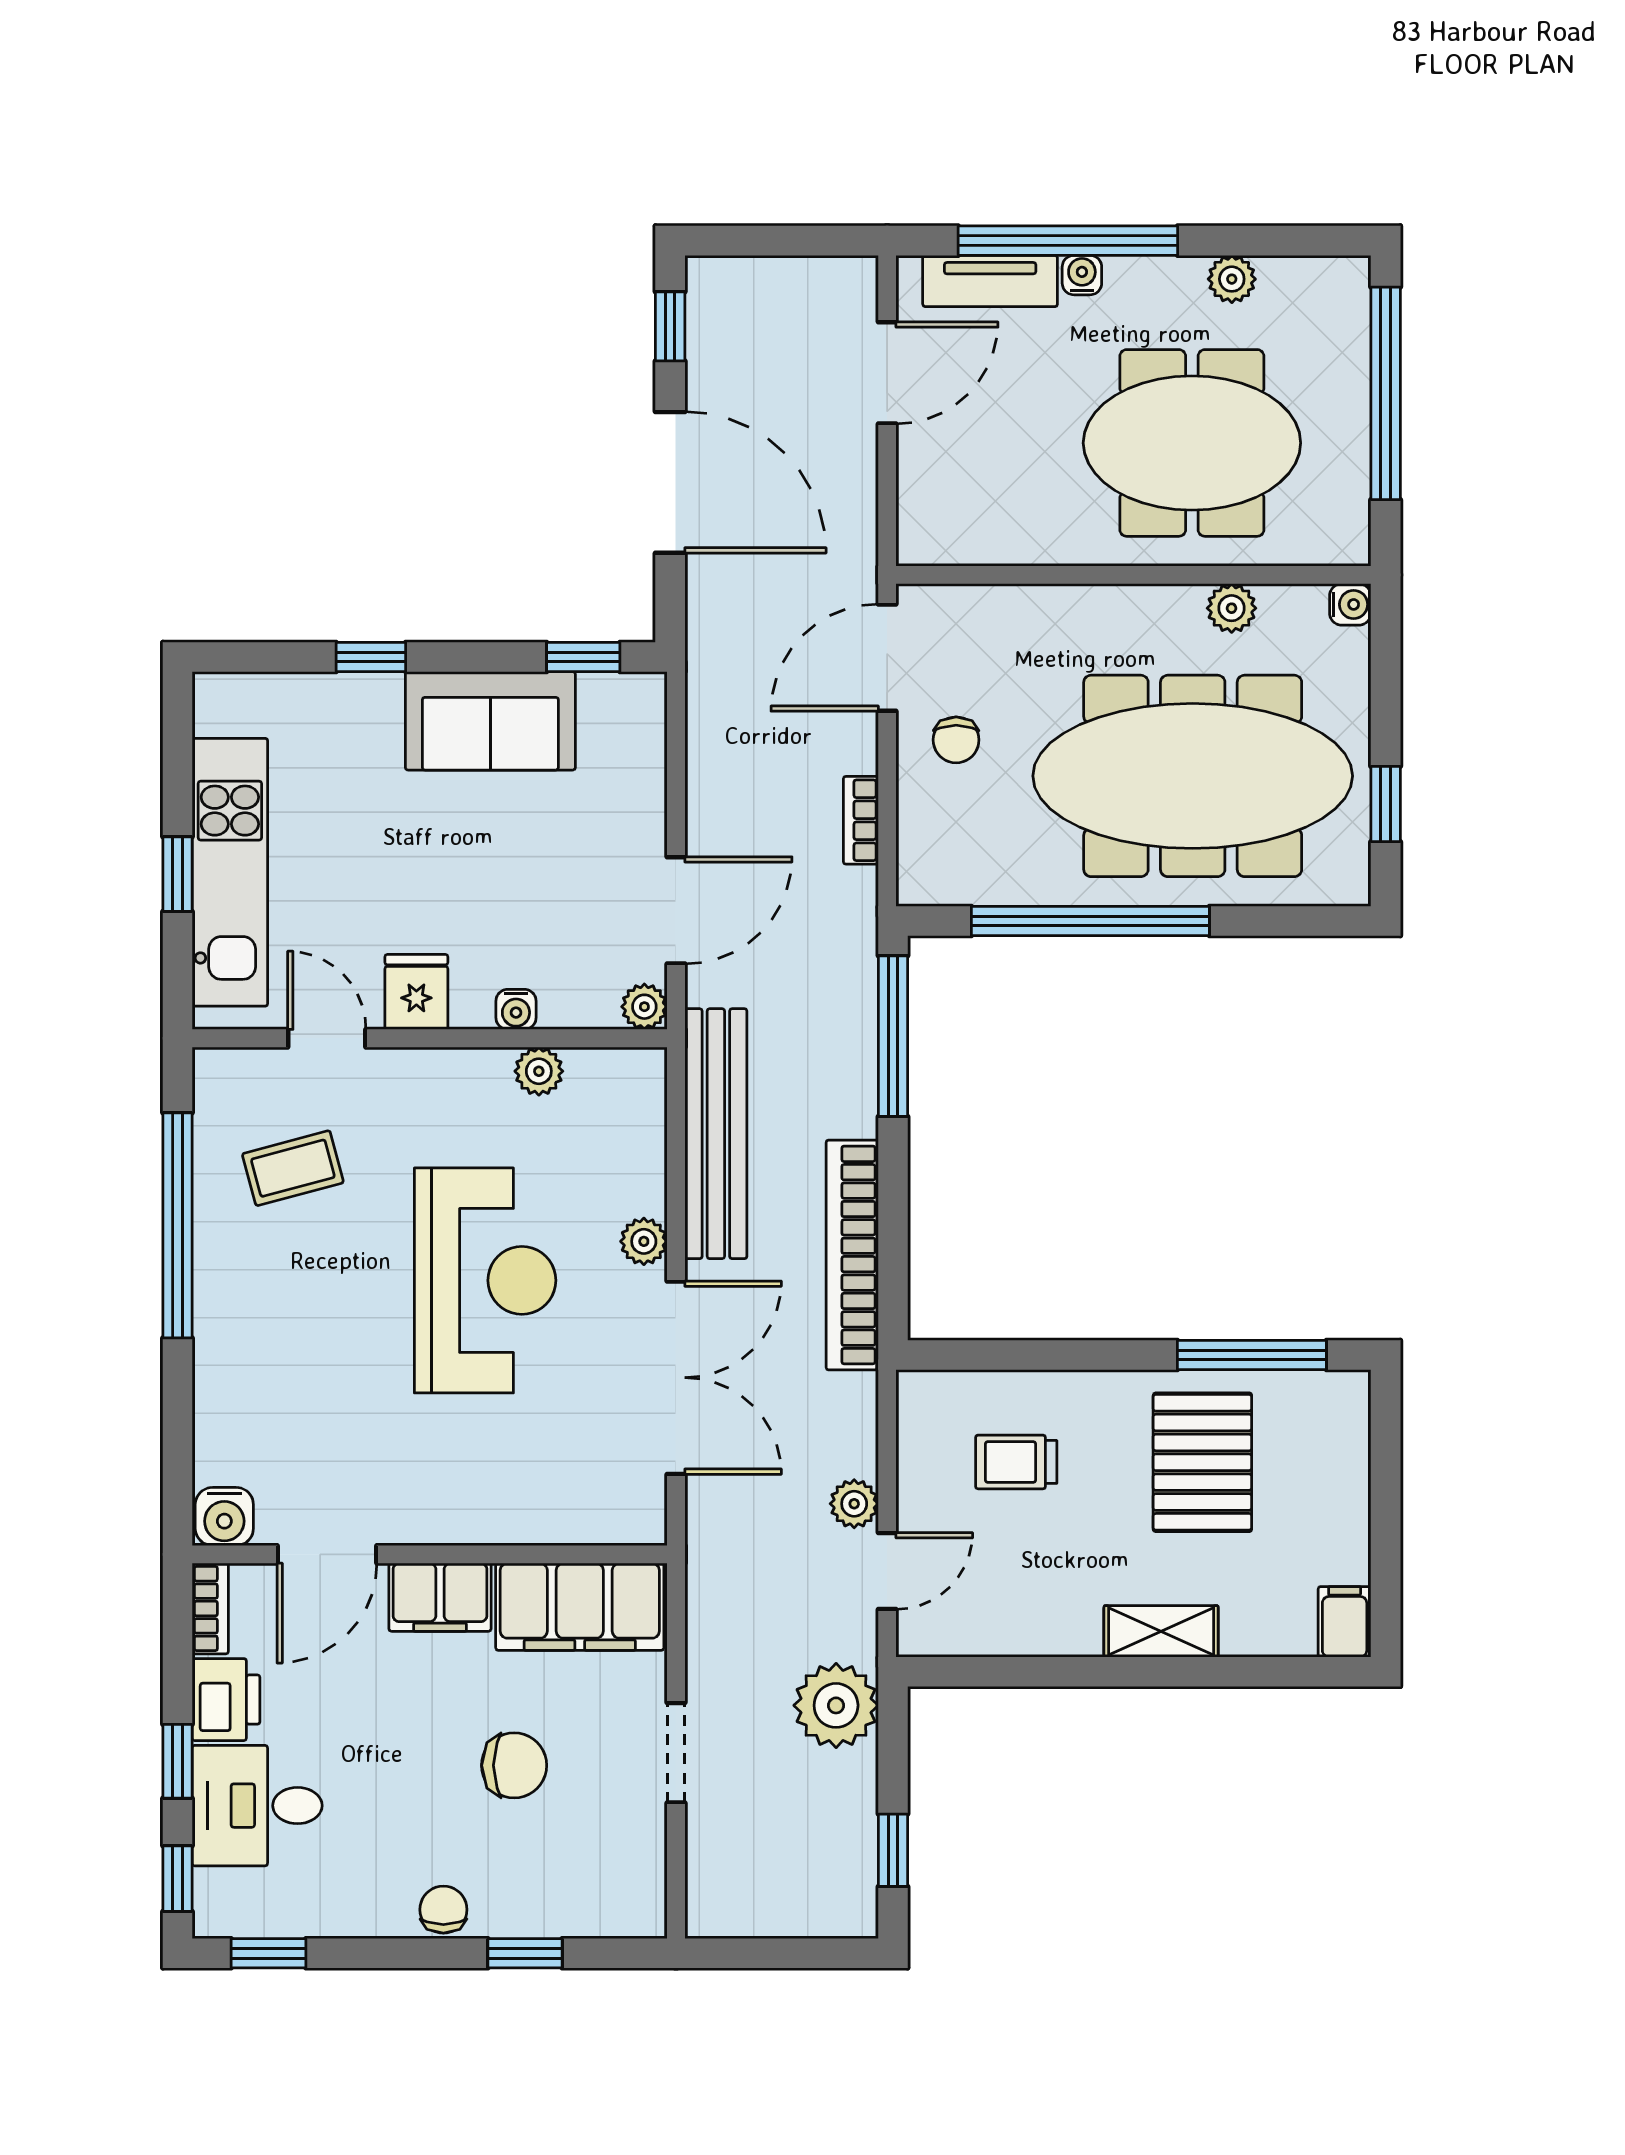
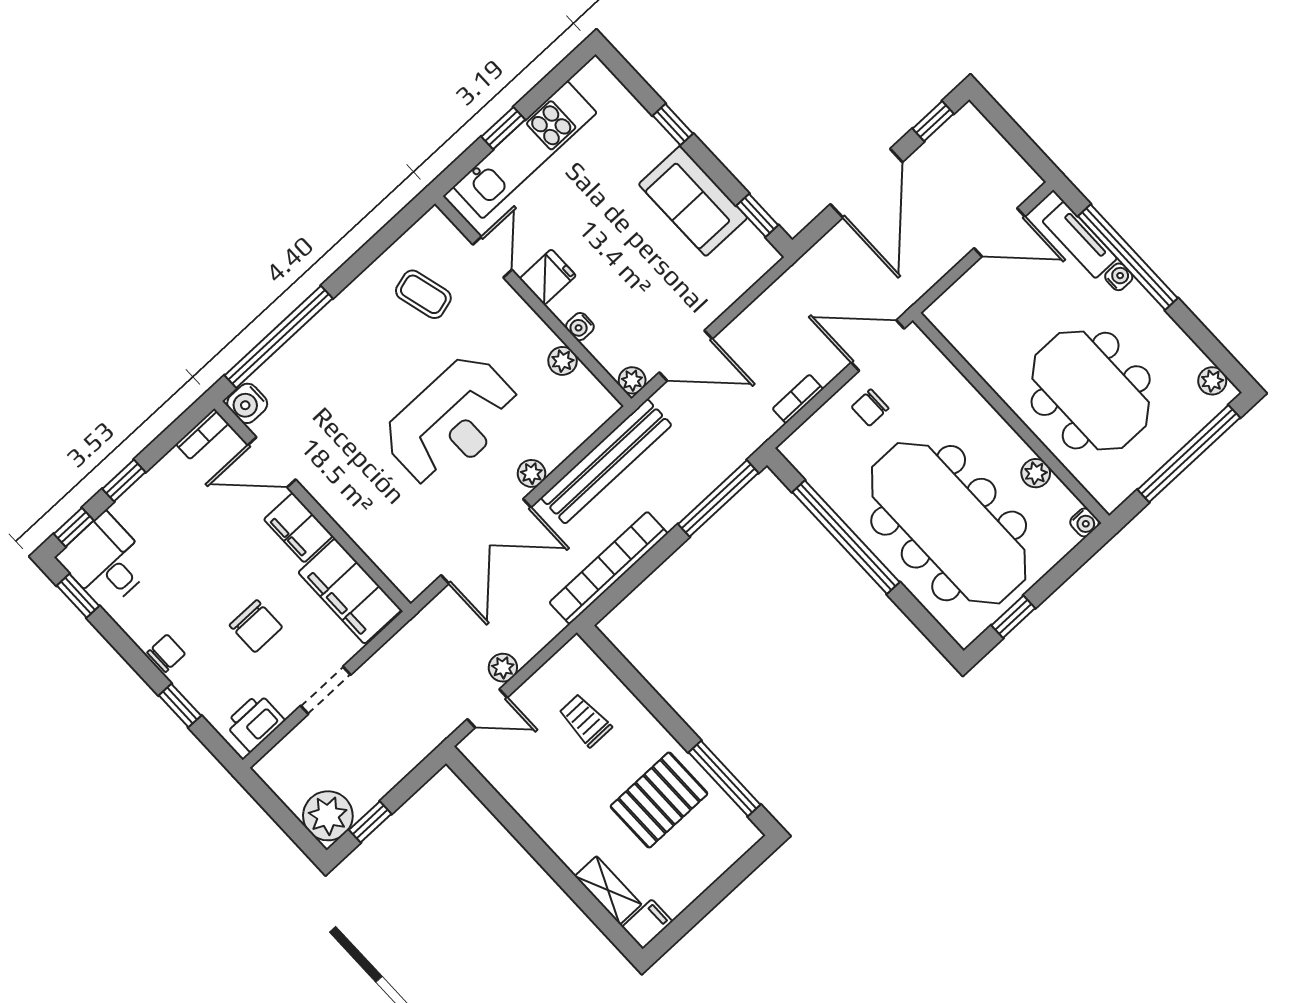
plant: (1232, 279) -> (1212, 381), moved
window: (177, 1225) -> (279, 337), moved
shelving: (1161, 1631) -> (608, 890), moved
printer: (226, 1700) -> (255, 722), moved, turned 180
plant: (836, 1705) -> (328, 816), moved
desk: (257, 1806) -> (106, 561), moved

